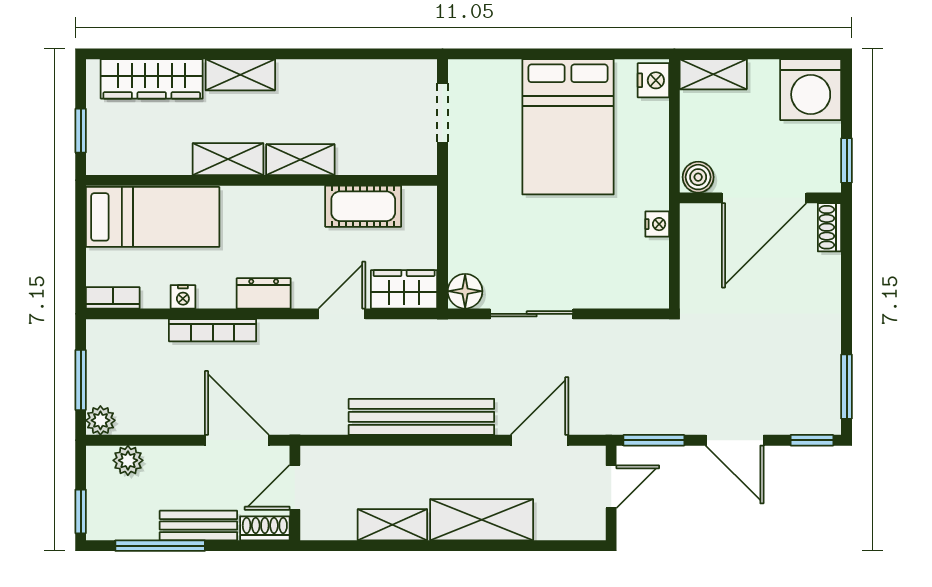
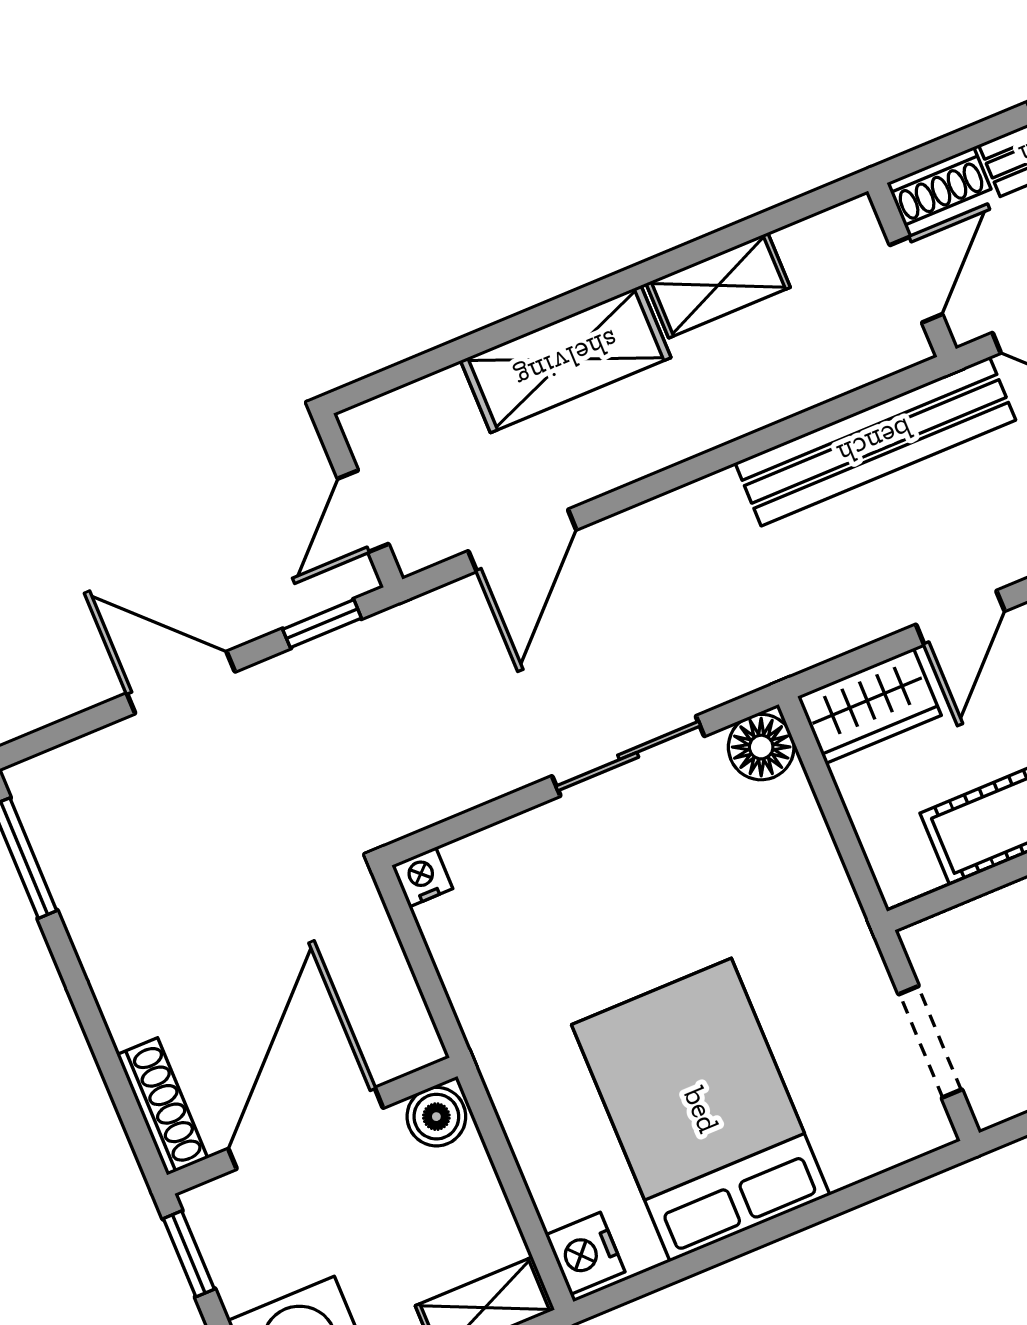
nightstand: (657, 224) -> (422, 877), moved, turned 90
shoe rack: (830, 227) -> (162, 1106), width x1.43
bench: (421, 417) -> (875, 441), moved
window: (654, 440) -> (322, 624), width x0.67
window: (812, 440) -> (45, 739), removed

